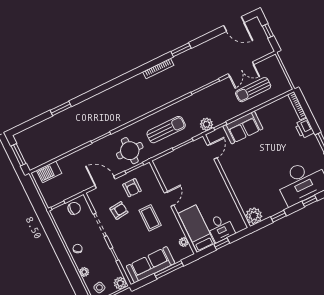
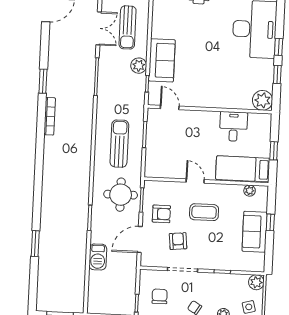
plant: (206, 124) -> (139, 66), moved
barbecue: (49, 172) -> (98, 257), moved
window: (310, 201) -> (279, 47), moved
chair: (74, 208) -> (160, 296), moved
desk: (221, 228) -> (233, 126), moved, turned -90
sofa: (151, 265) -> (255, 232), width x0.73
window: (169, 270) -> (270, 222), width x0.46

